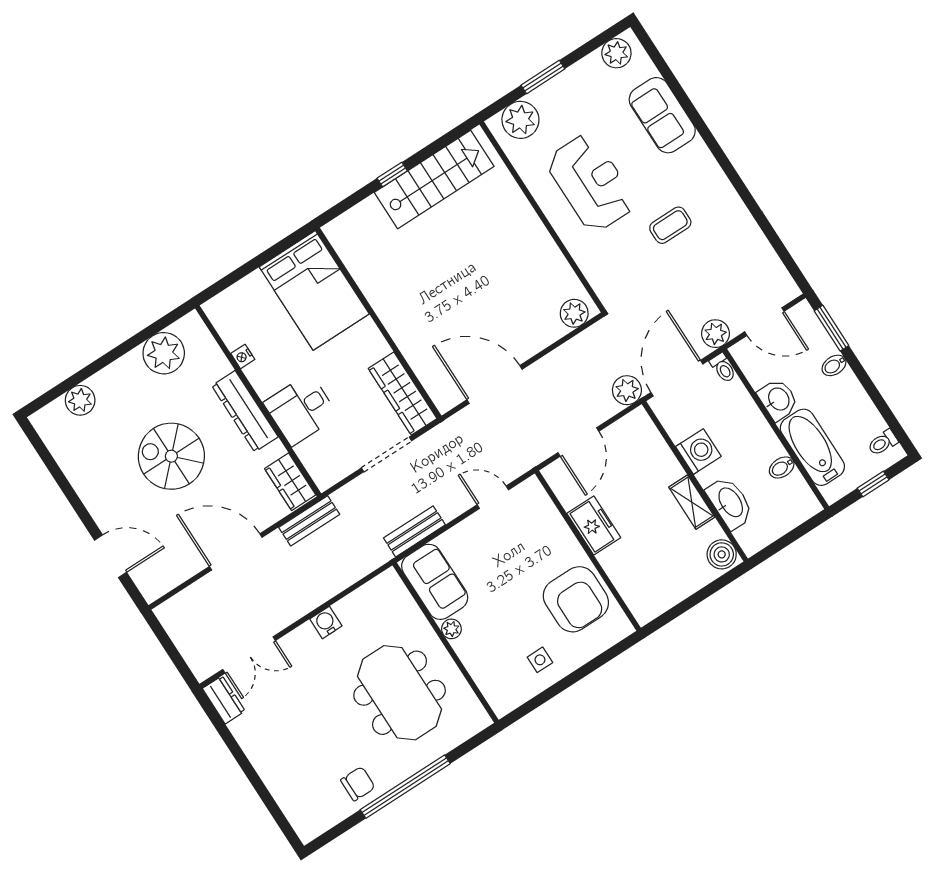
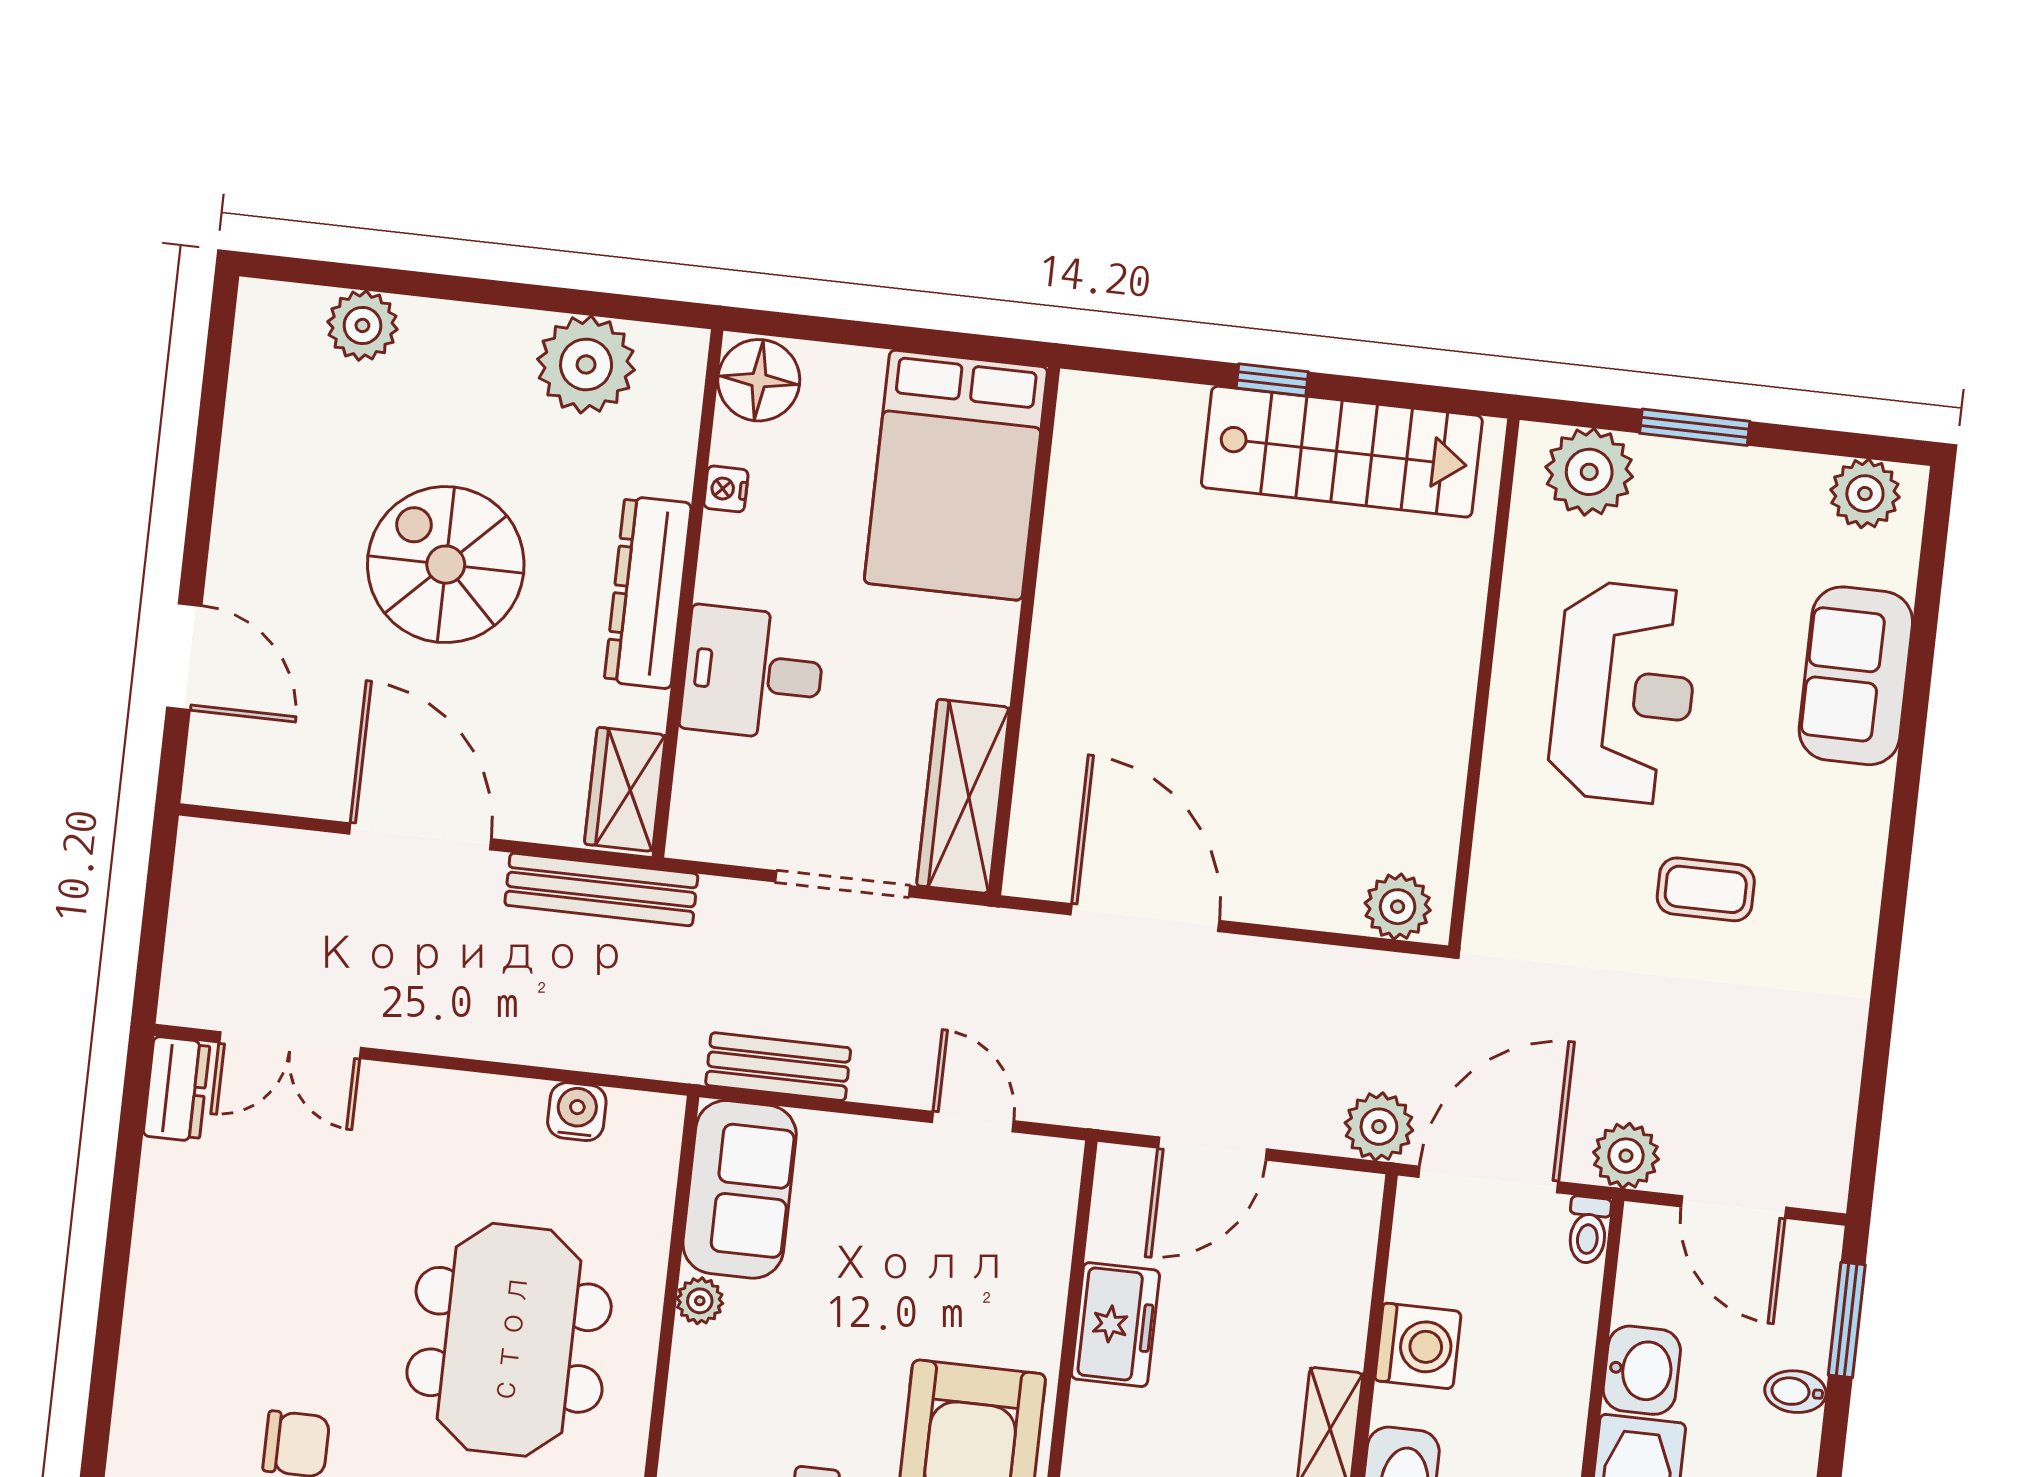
floor lamp: (224, 312) -> (759, 380), added
bench: (309, 521) -> (601, 889), width x1.36
water cooler: (326, 622) -> (577, 1112), moved

